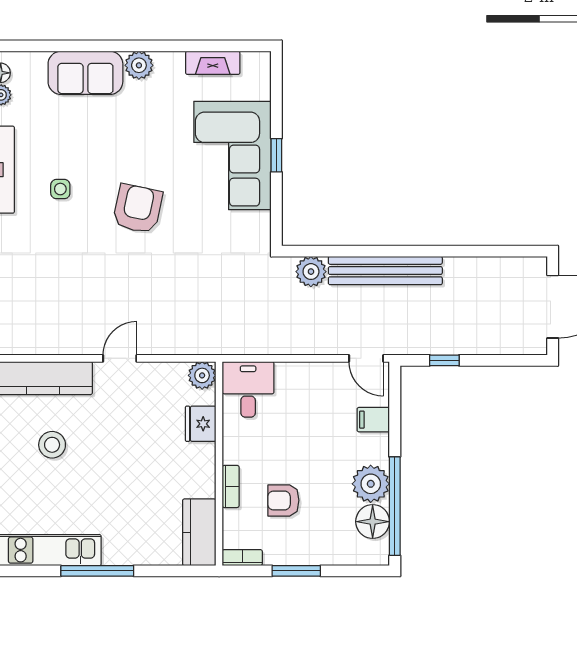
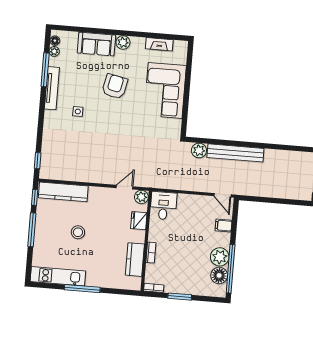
window: (276, 155) -> (187, 92), removed
side table: (60, 189) -> (78, 112), moved
armchair: (138, 209) -> (115, 86), moved
door: (120, 358) -> (125, 187), moved
window: (444, 360) -> (261, 199), removed
stool: (52, 445) -> (78, 232), moved
armchair: (283, 500) -> (176, 262), removed
kitchen counter: (199, 532) -> (135, 260), moved

